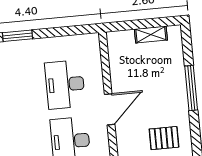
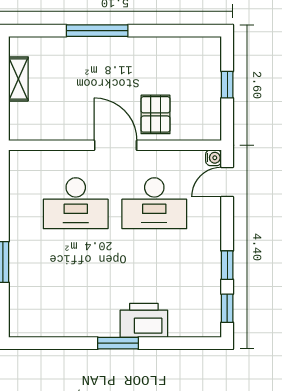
pallet: (164, 138) -> (156, 114), moved

